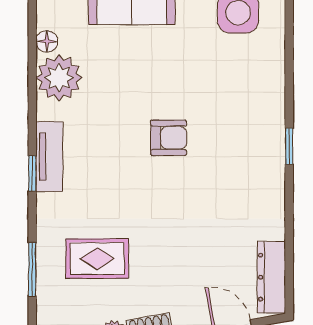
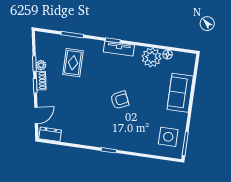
armchair: (169, 138) -> (120, 100), turned -115
dresser: (271, 277) -> (50, 134), width x0.70

